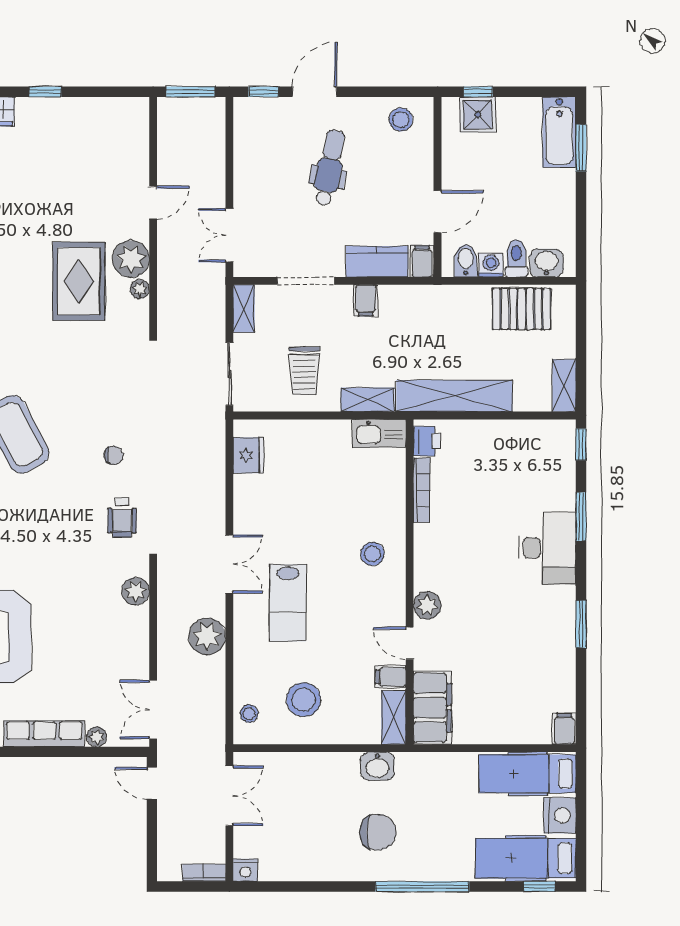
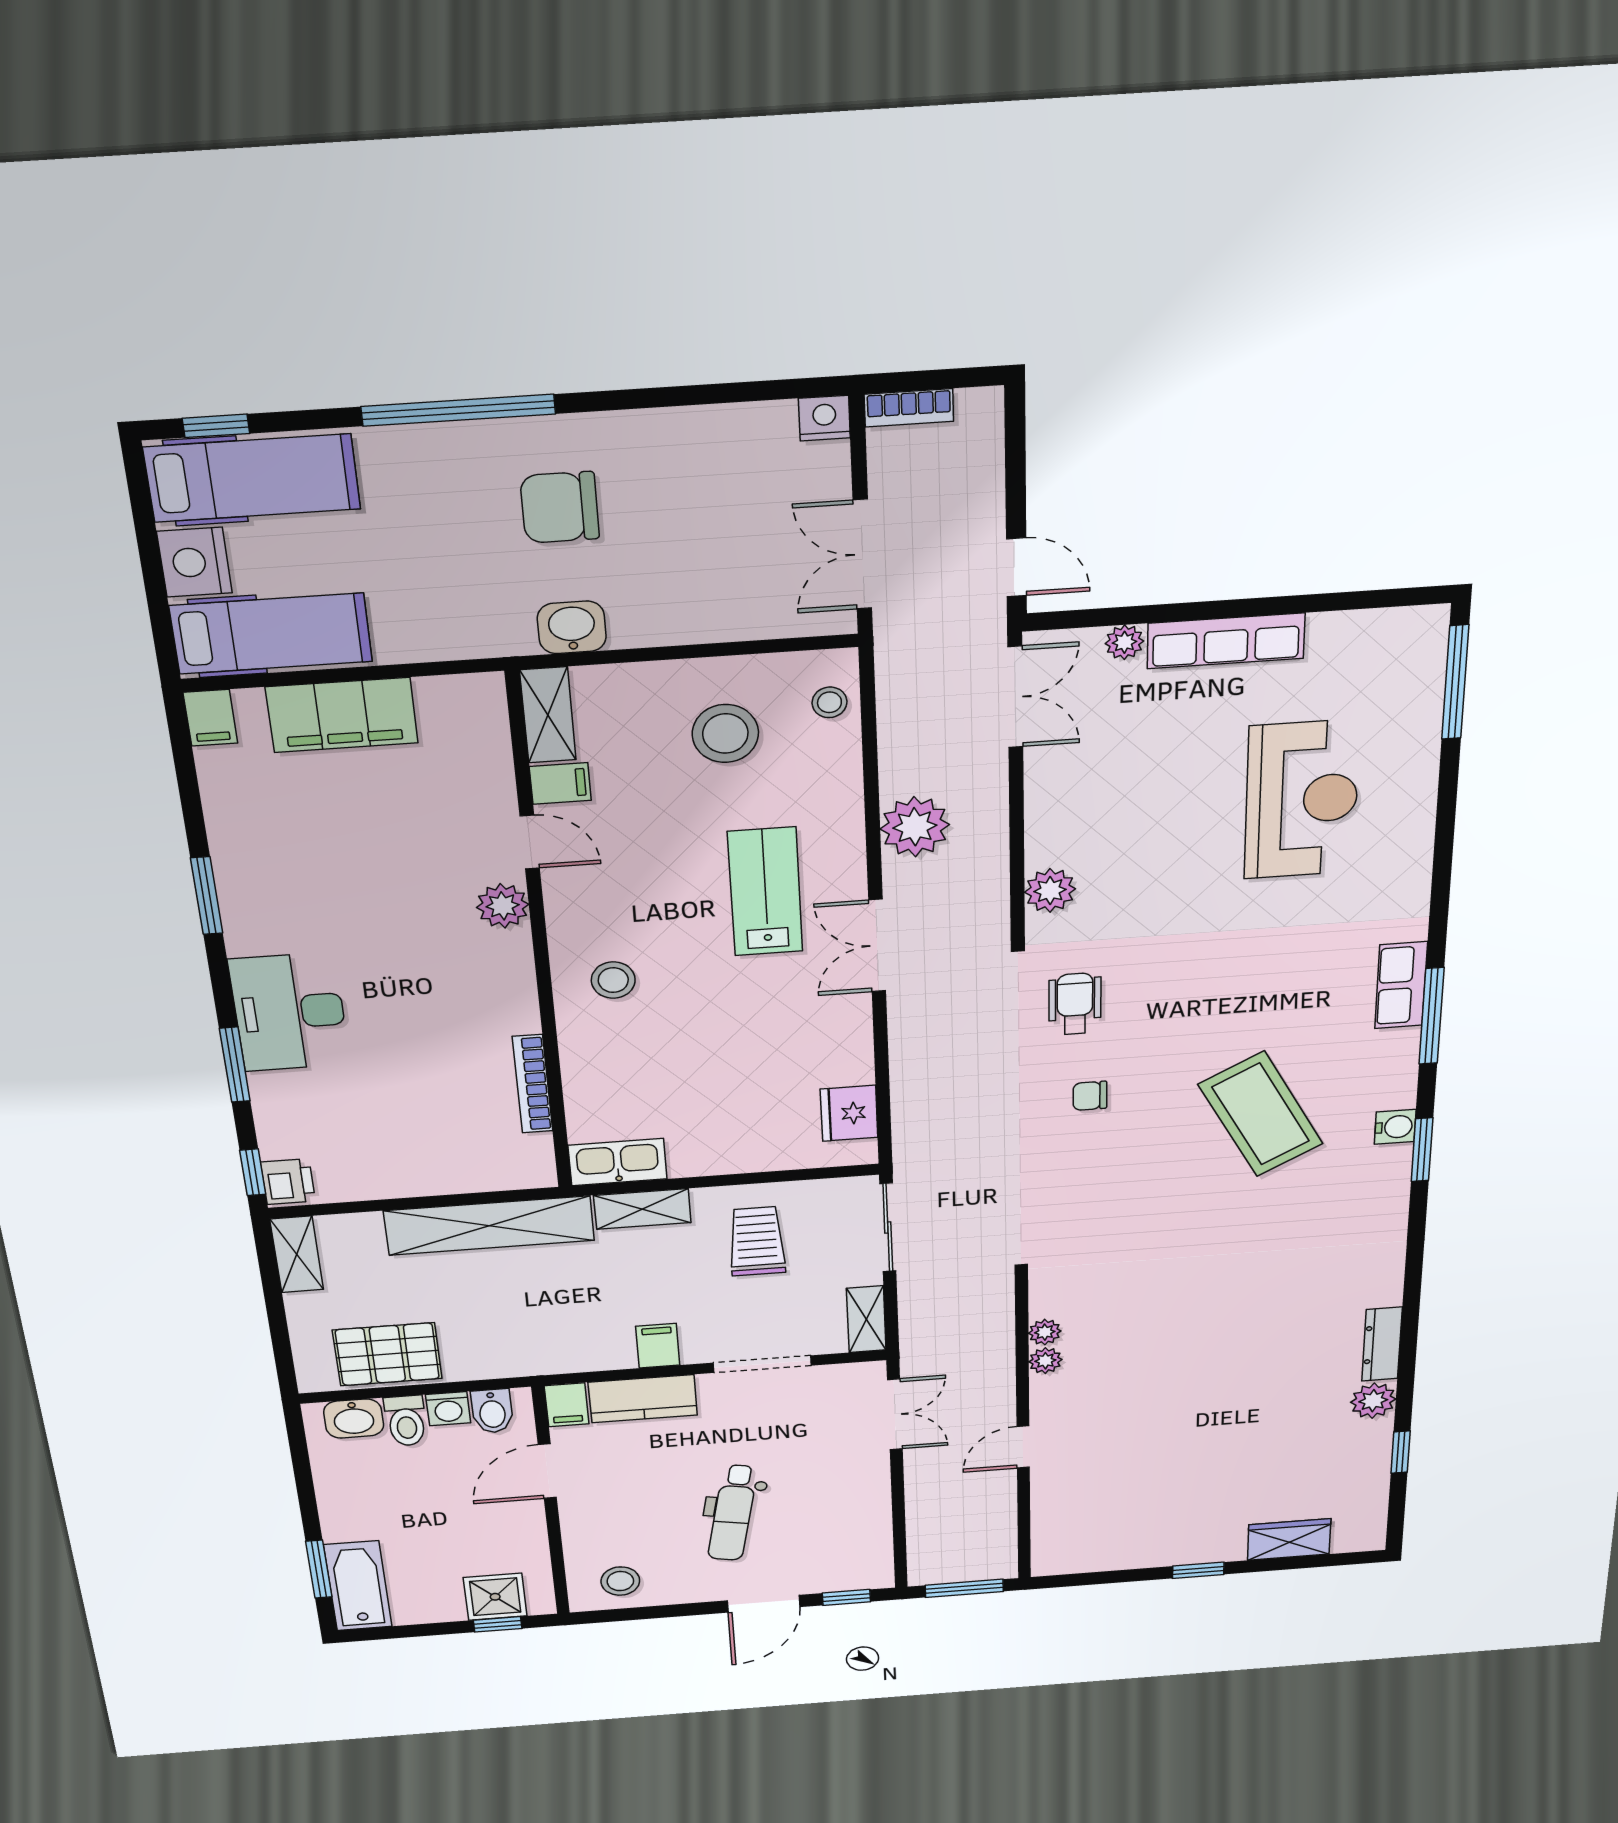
plant: (131, 259) -> (1045, 1361), width x0.53, depth x0.53
rug: (79, 281) -> (1148, 1335), removed
printer: (427, 441) -> (288, 1182), moved, turned 180
filing cabinet: (432, 708) -> (342, 715), moved, turned -90

